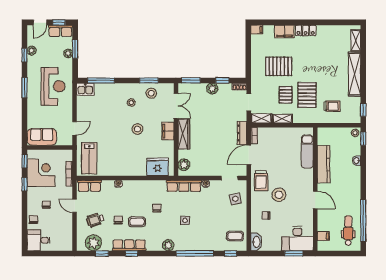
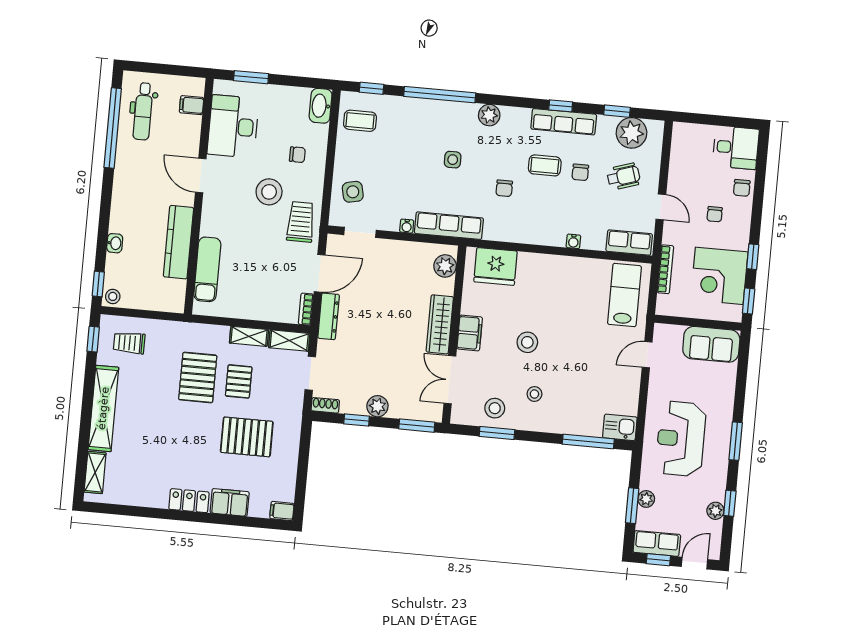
trolley: (332, 106) -> (129, 343), moved
desk: (297, 239) -> (233, 126), moved, turned -90

